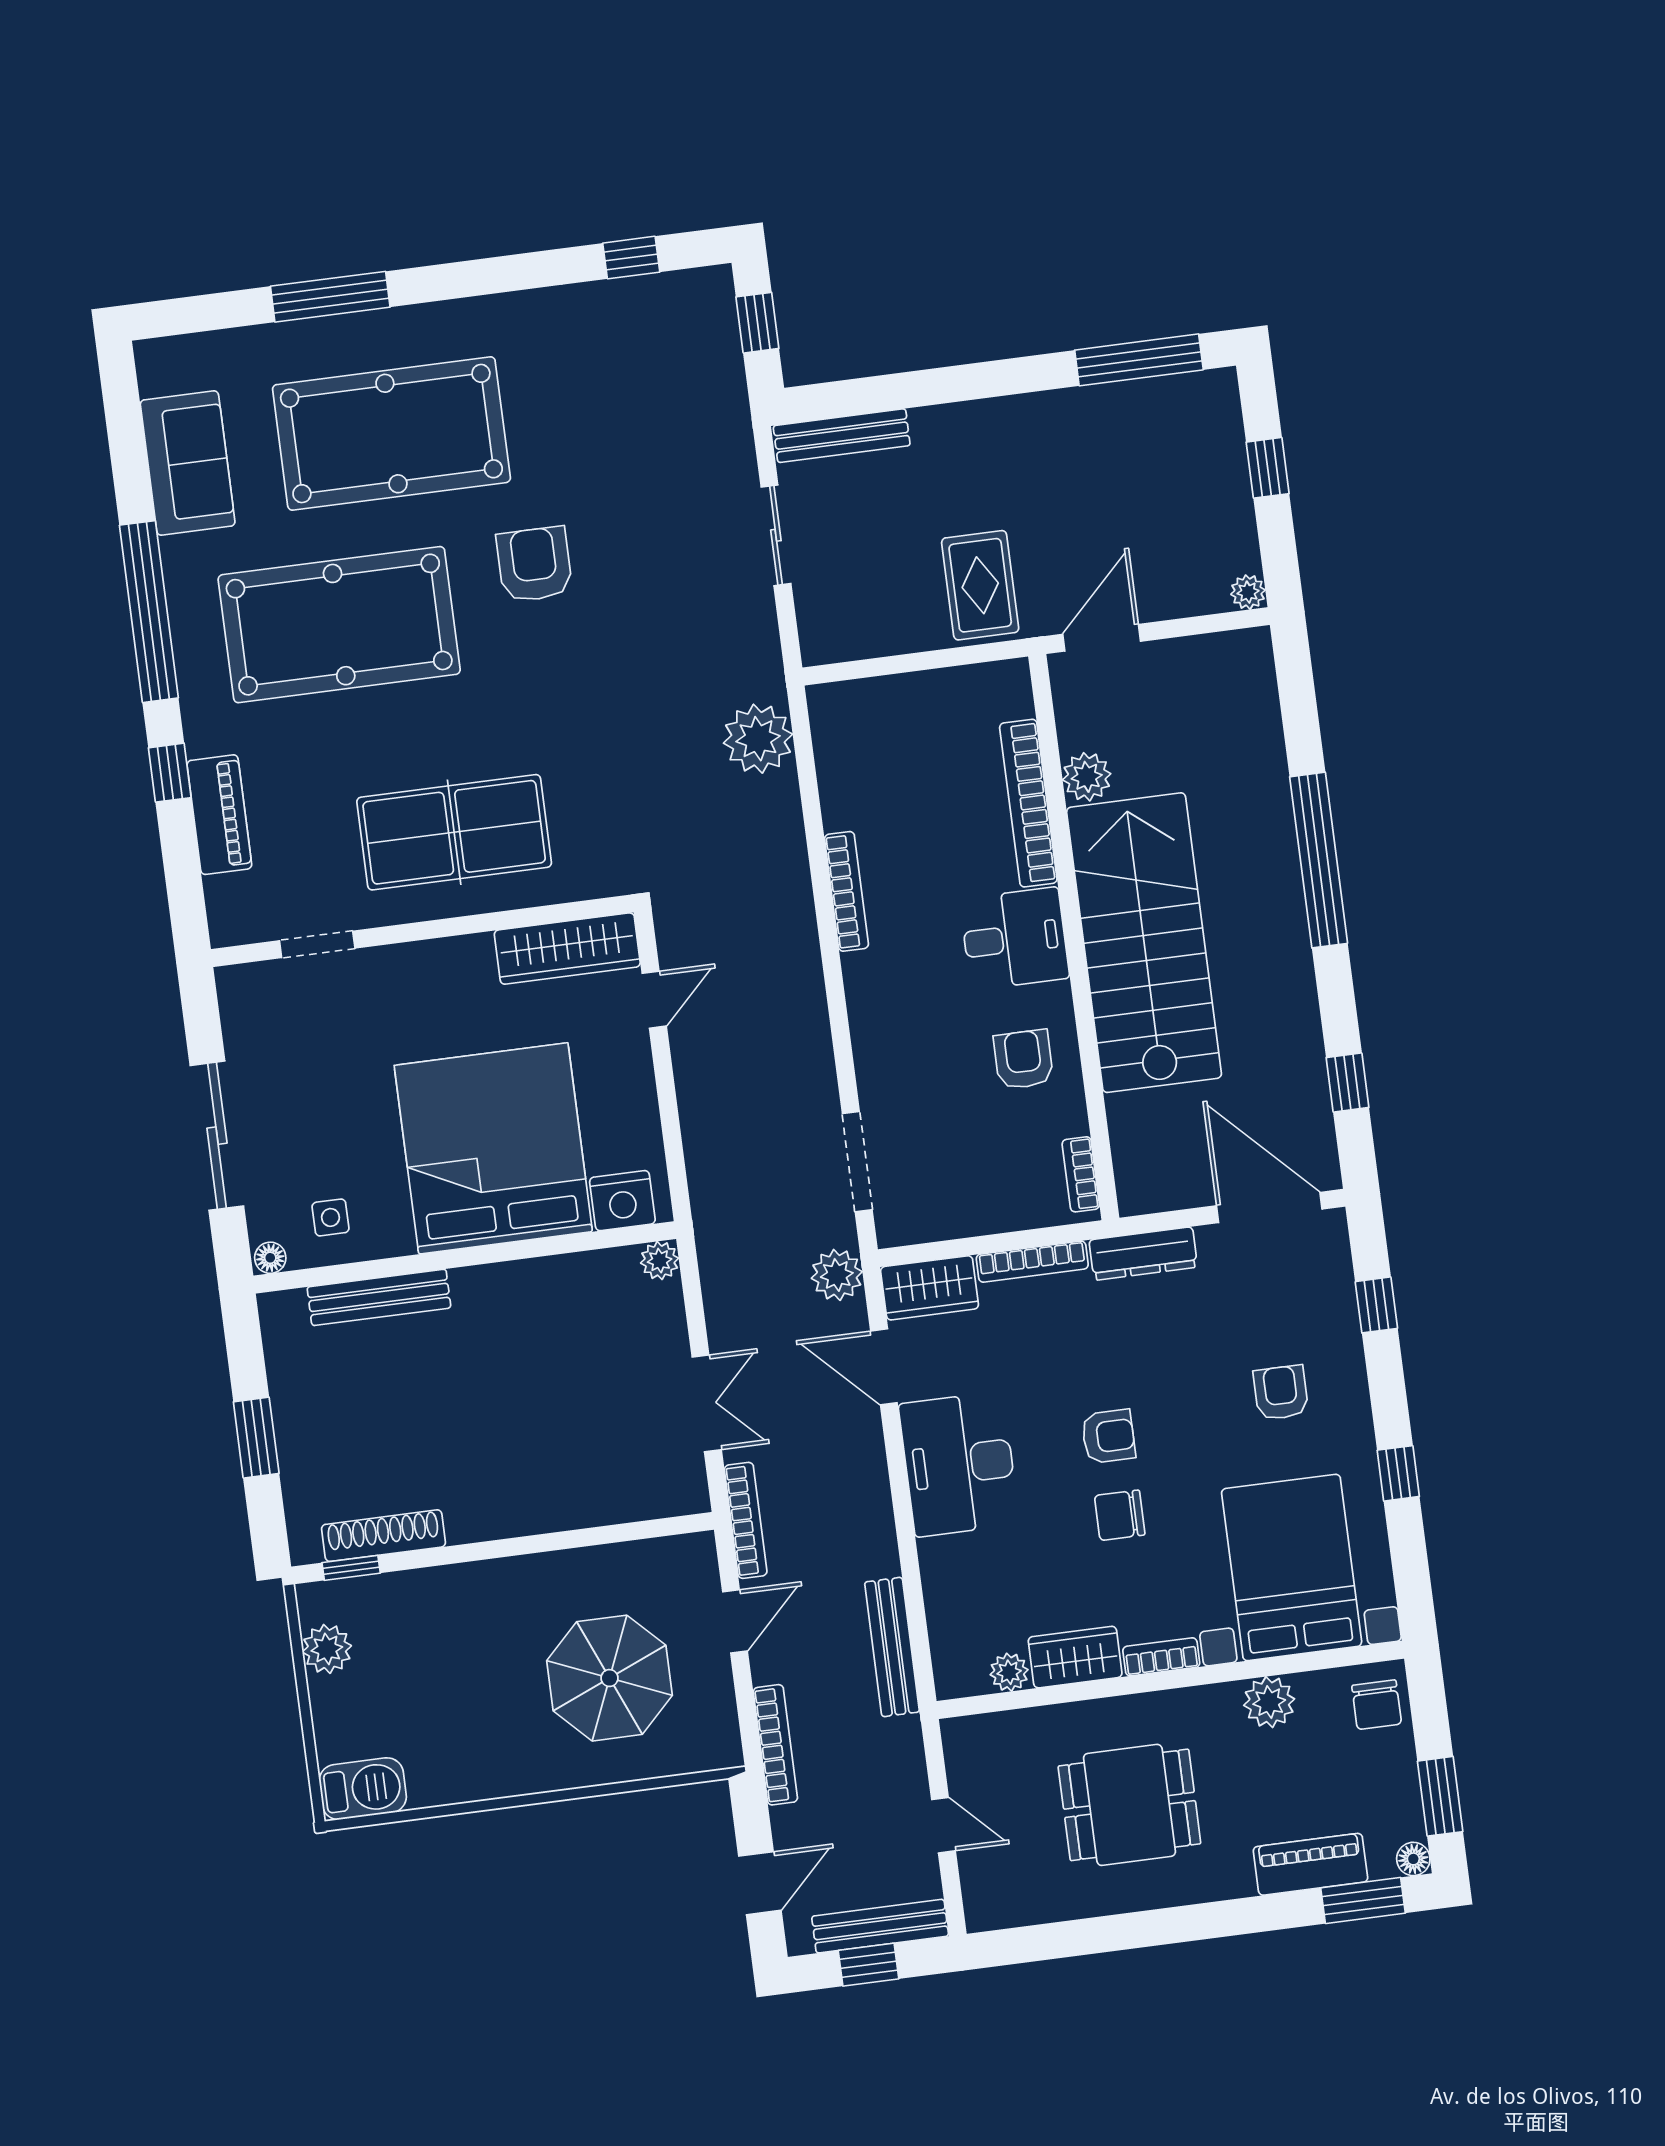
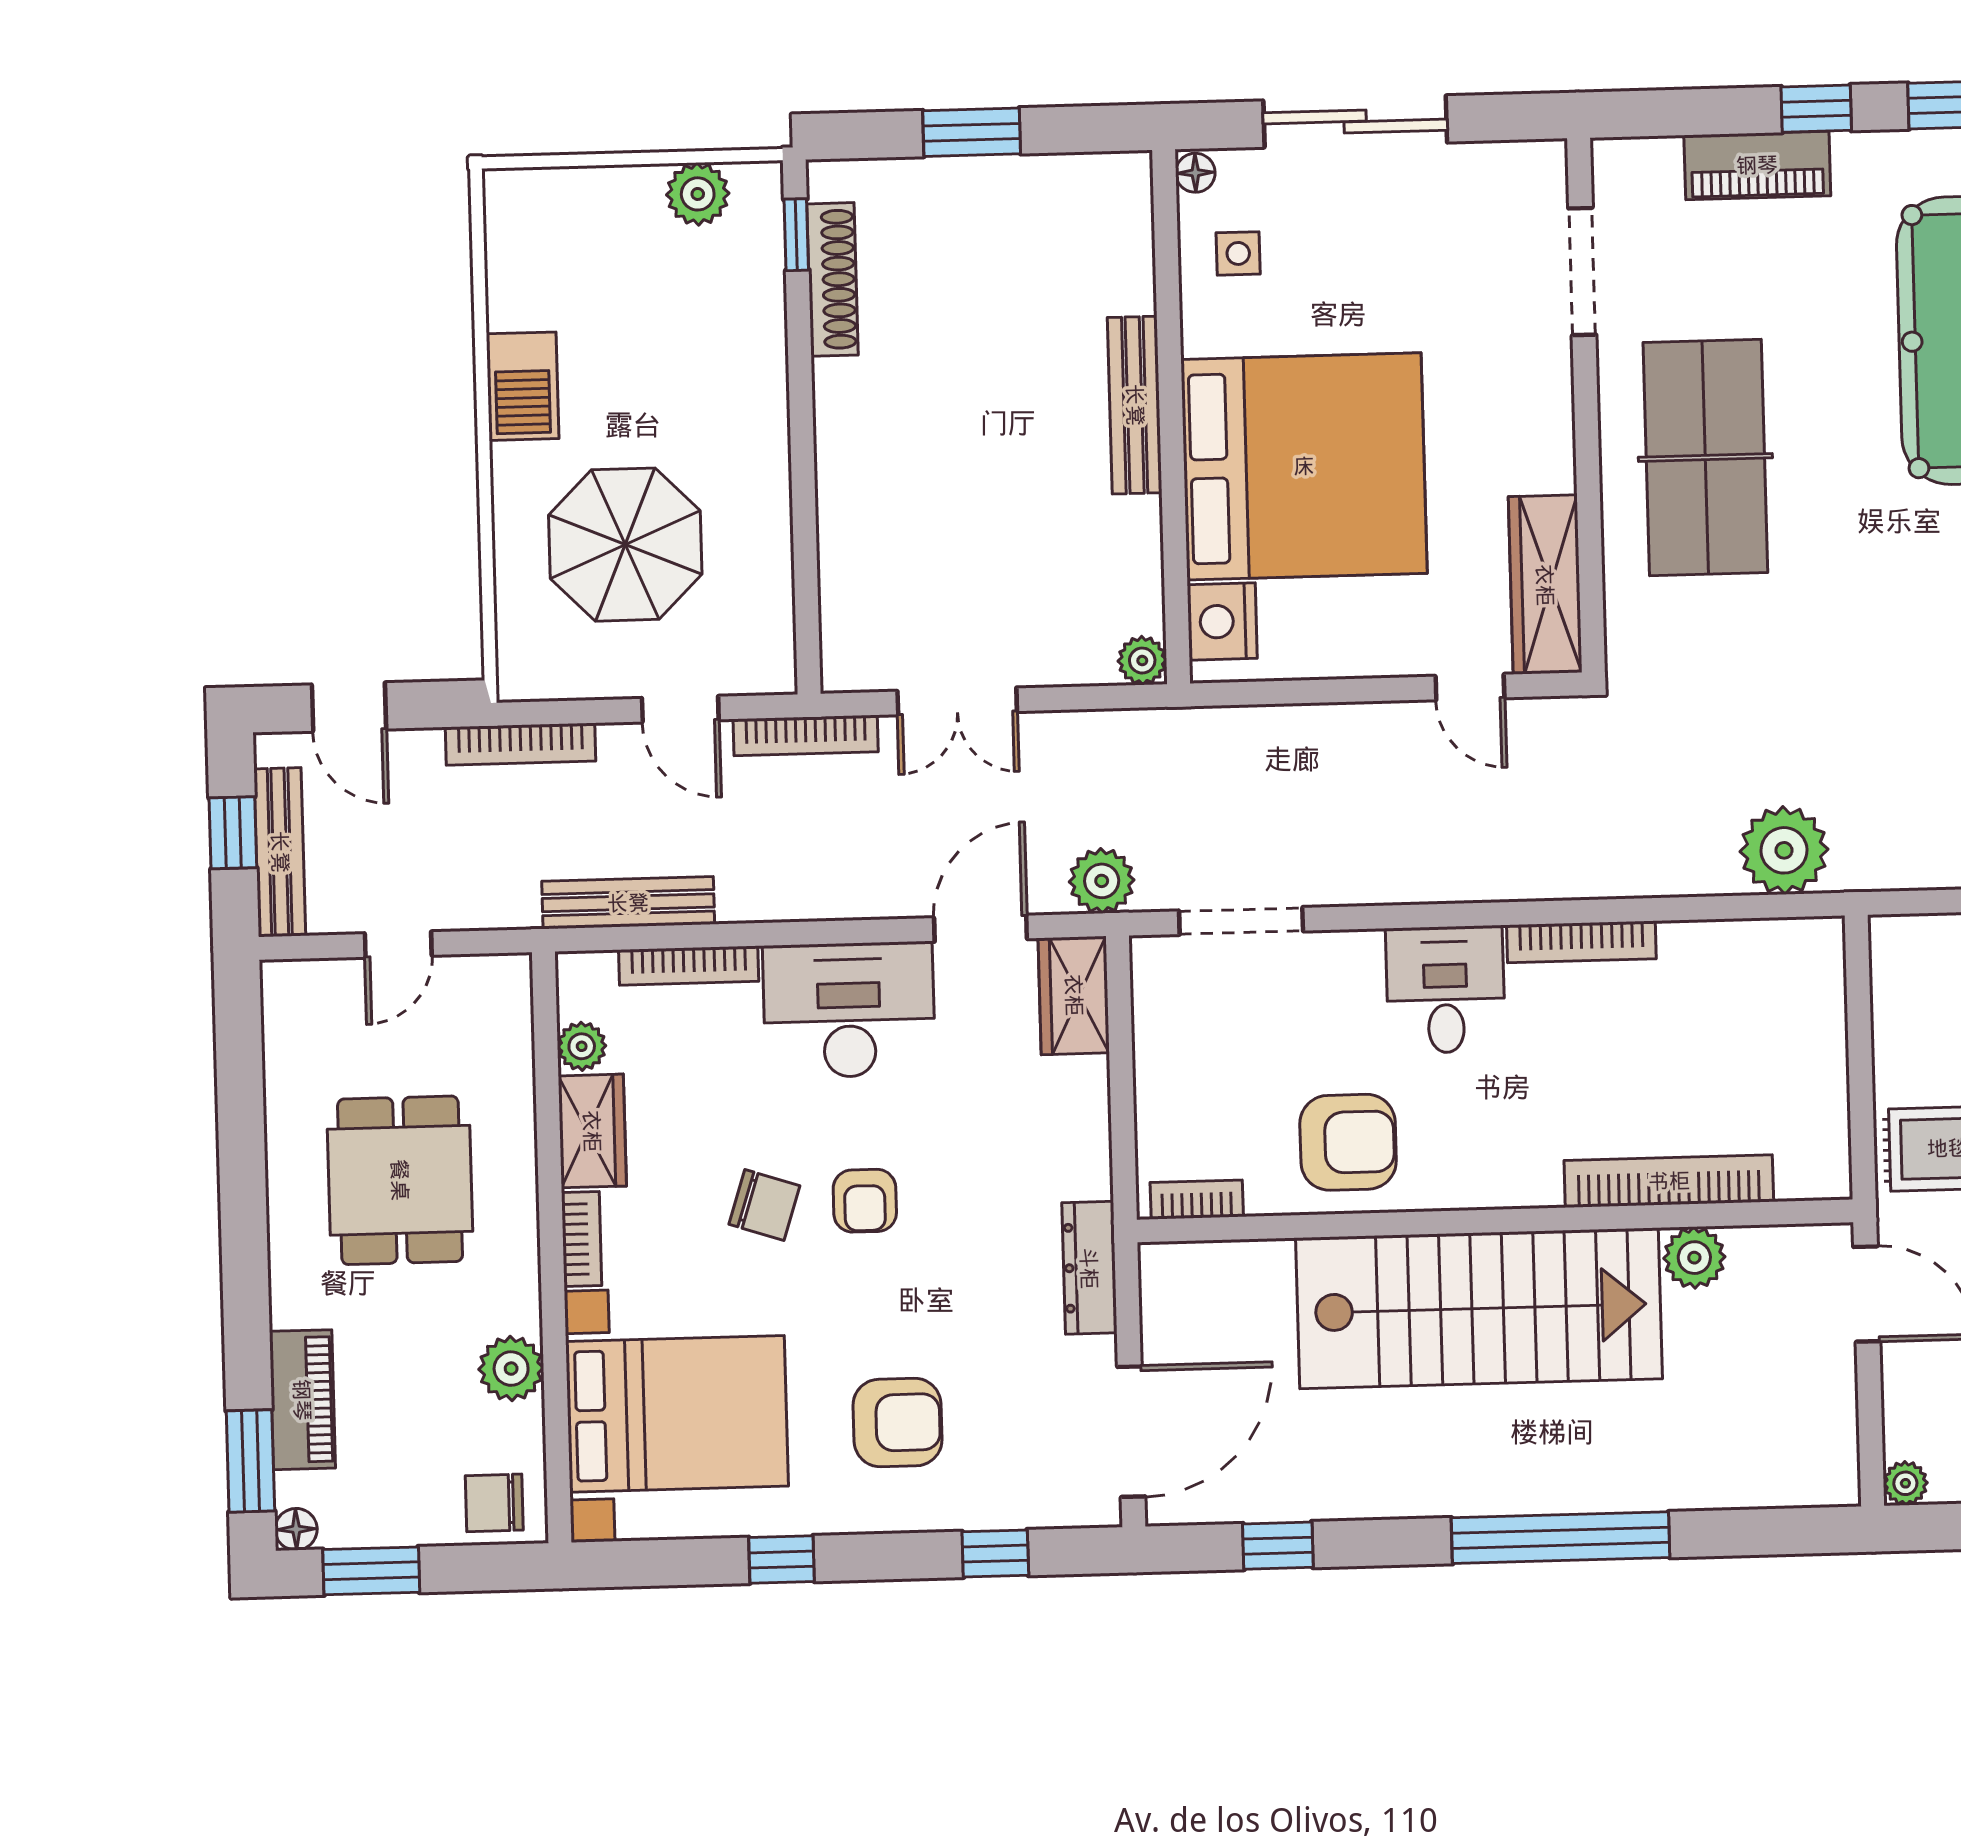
desk: (1015, 939) -> (1445, 990), moved, turned 180
doorway: (317, 944) -> (1582, 271), width x1.38
armchair: (1023, 1059) -> (1348, 1142), width x1.38, depth x1.38
bookcase: (1032, 1262) -> (689, 966), moved, turned -90
bench: (379, 1297) -> (1135, 405), moved
armchair: (1281, 1393) -> (898, 1423), width x1.38, depth x1.38
chair: (1120, 1515) -> (764, 1205), turned 108
barbecue: (363, 1789) -> (523, 386), moved

